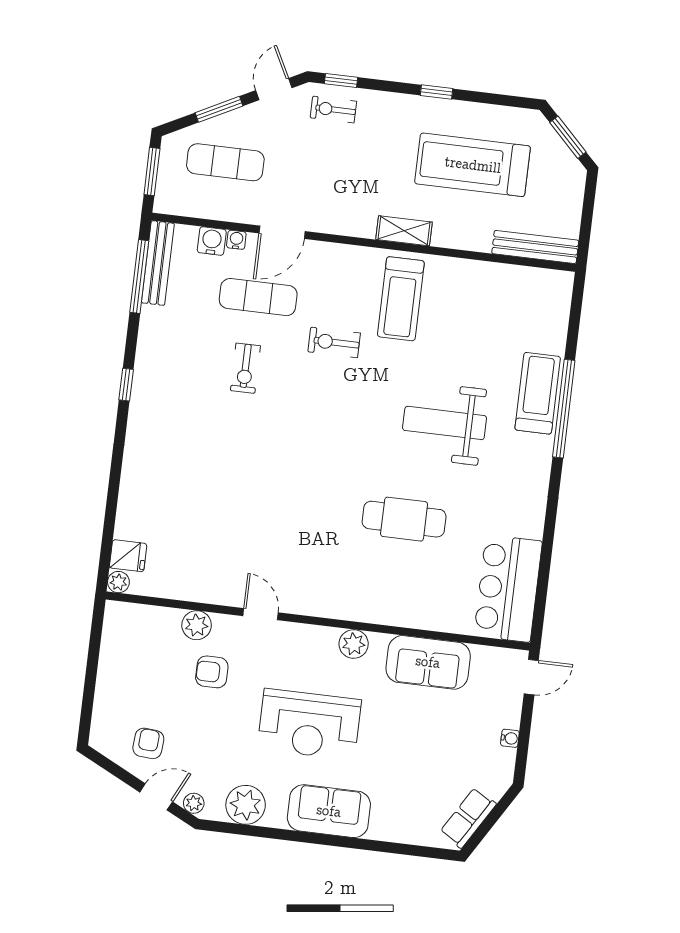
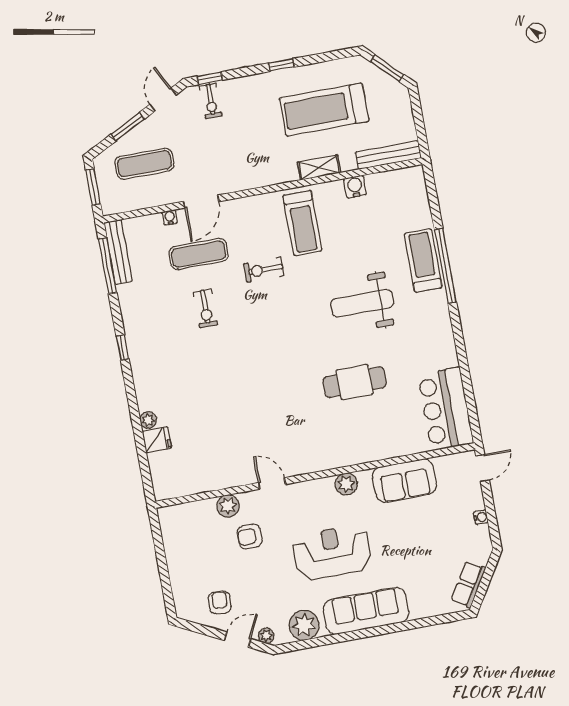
exercise bike: (333, 110) -> (211, 101), turned -90
shelving: (404, 231) -> (319, 167), moved
water cooler: (212, 241) -> (355, 187), moved
fridge: (128, 556) -> (157, 440), moved
plant: (118, 582) -> (148, 420), moved
reception desk: (309, 724) -> (332, 552), turned 180
sofa: (329, 811) -> (366, 611), width x1.36

